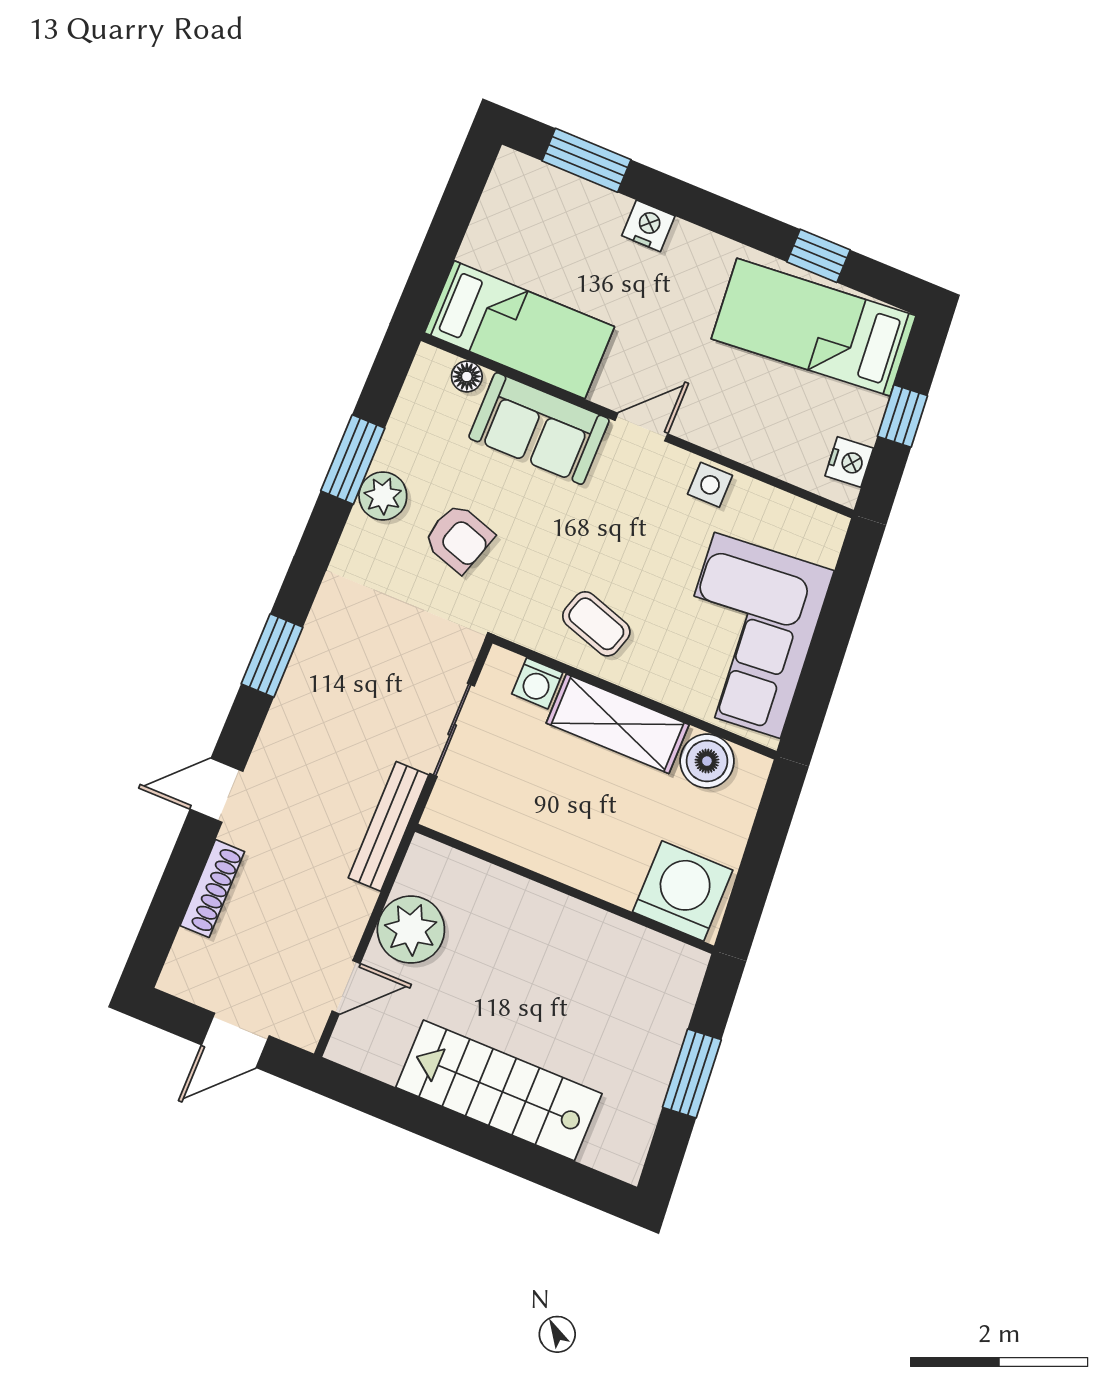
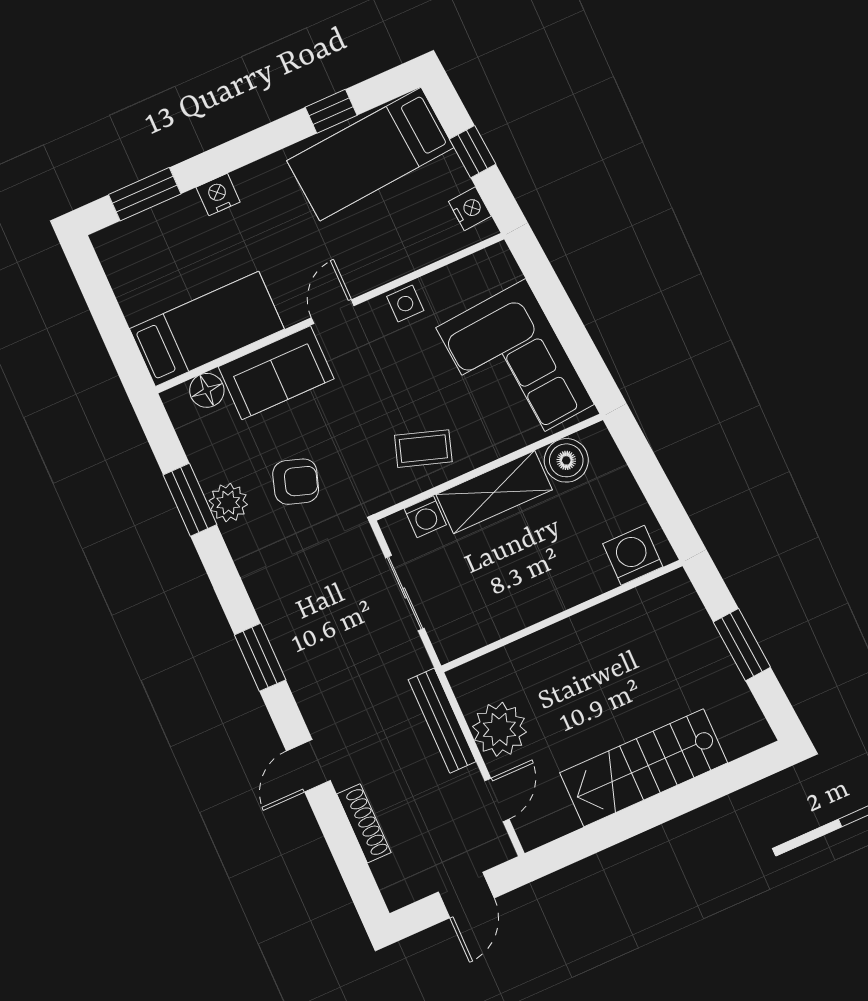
floor lamp: (467, 376) -> (207, 390), width x1.37, depth x1.37
bench: (388, 826) -> (442, 721), moved
washing machine: (683, 891) -> (633, 555), width x0.73, depth x0.73

